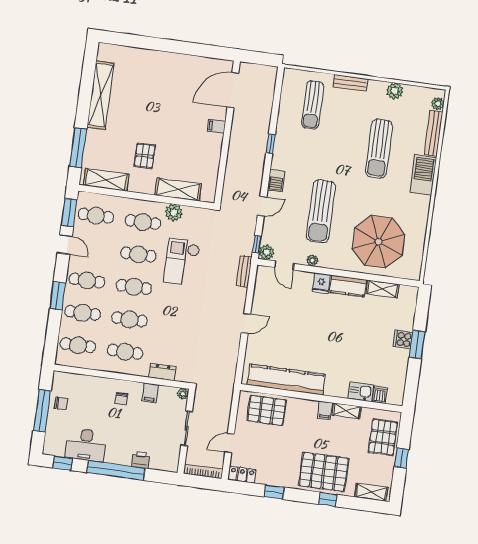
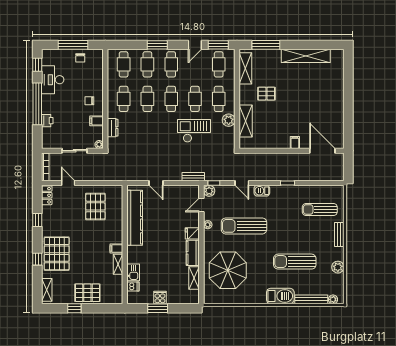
kitchen counter: (286, 380) -> (135, 218), moved
kitchen sink: (361, 392) -> (133, 272), moved
dishwasher: (380, 395) -> (133, 286), moved
wall: (321, 398) -> (125, 245), moved
filing cabinet: (325, 410) -> (116, 249), moved
shelving: (347, 411) -> (118, 264), moved

